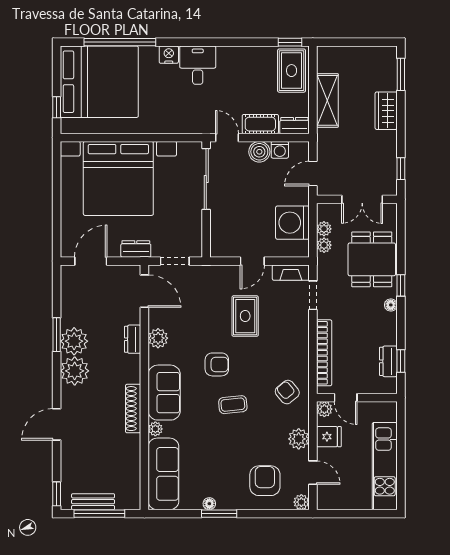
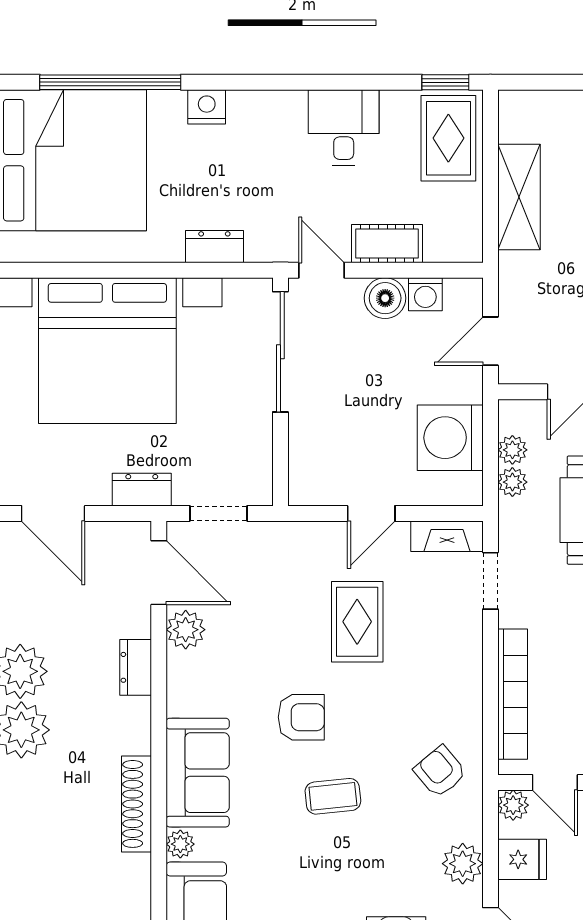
desk: (198, 65) -> (344, 128), moved
dresser: (294, 126) -> (214, 247), moved
door: (91, 261) -> (53, 513), swing flipped
plant: (158, 338) -> (186, 630), moved

